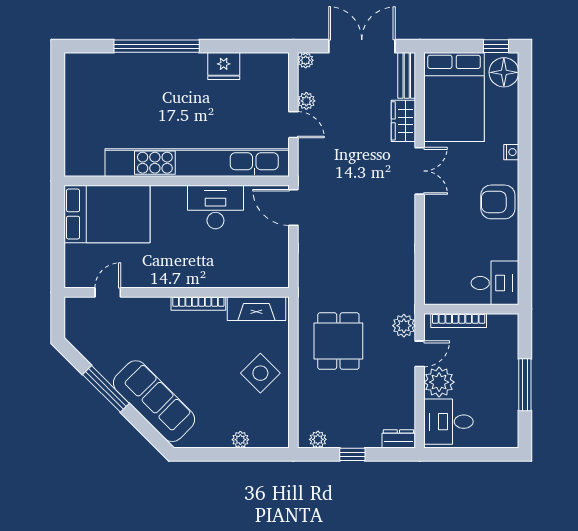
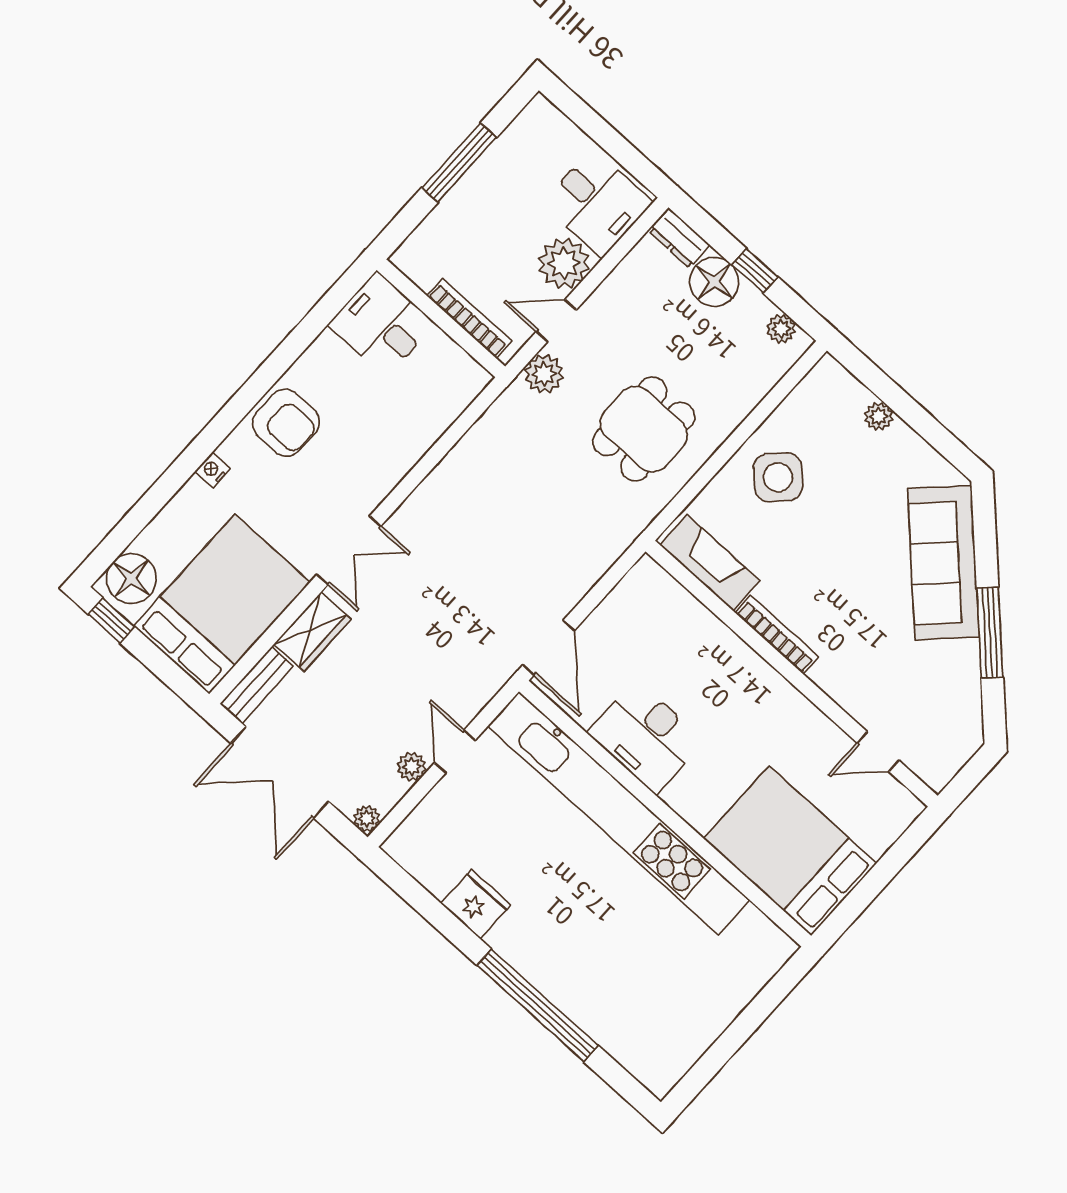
double door: (420, 171) -> (349, 550), swing flipped
floor lamp: (366, 434) -> (714, 282), added

